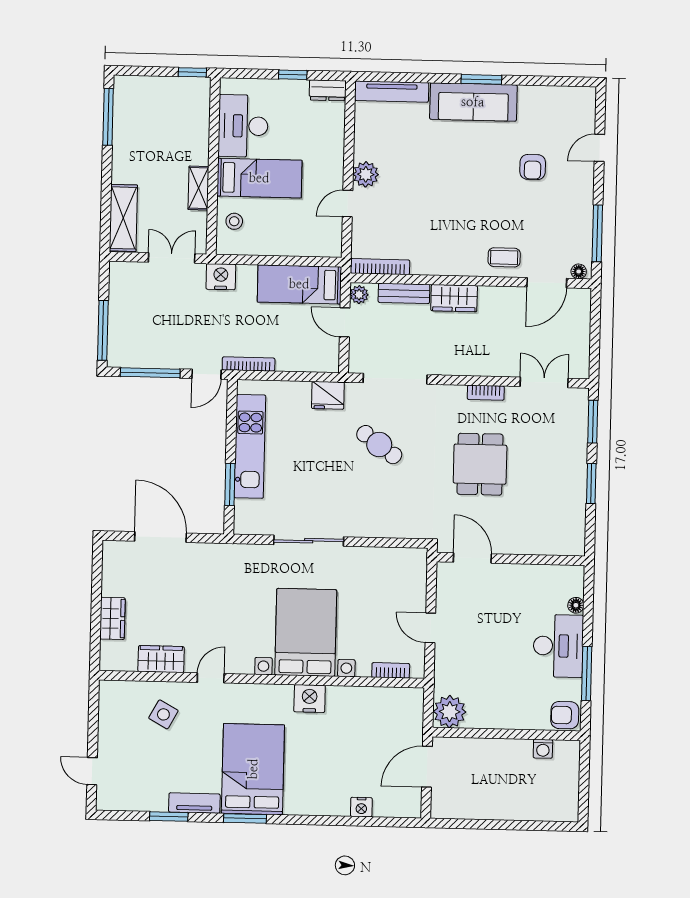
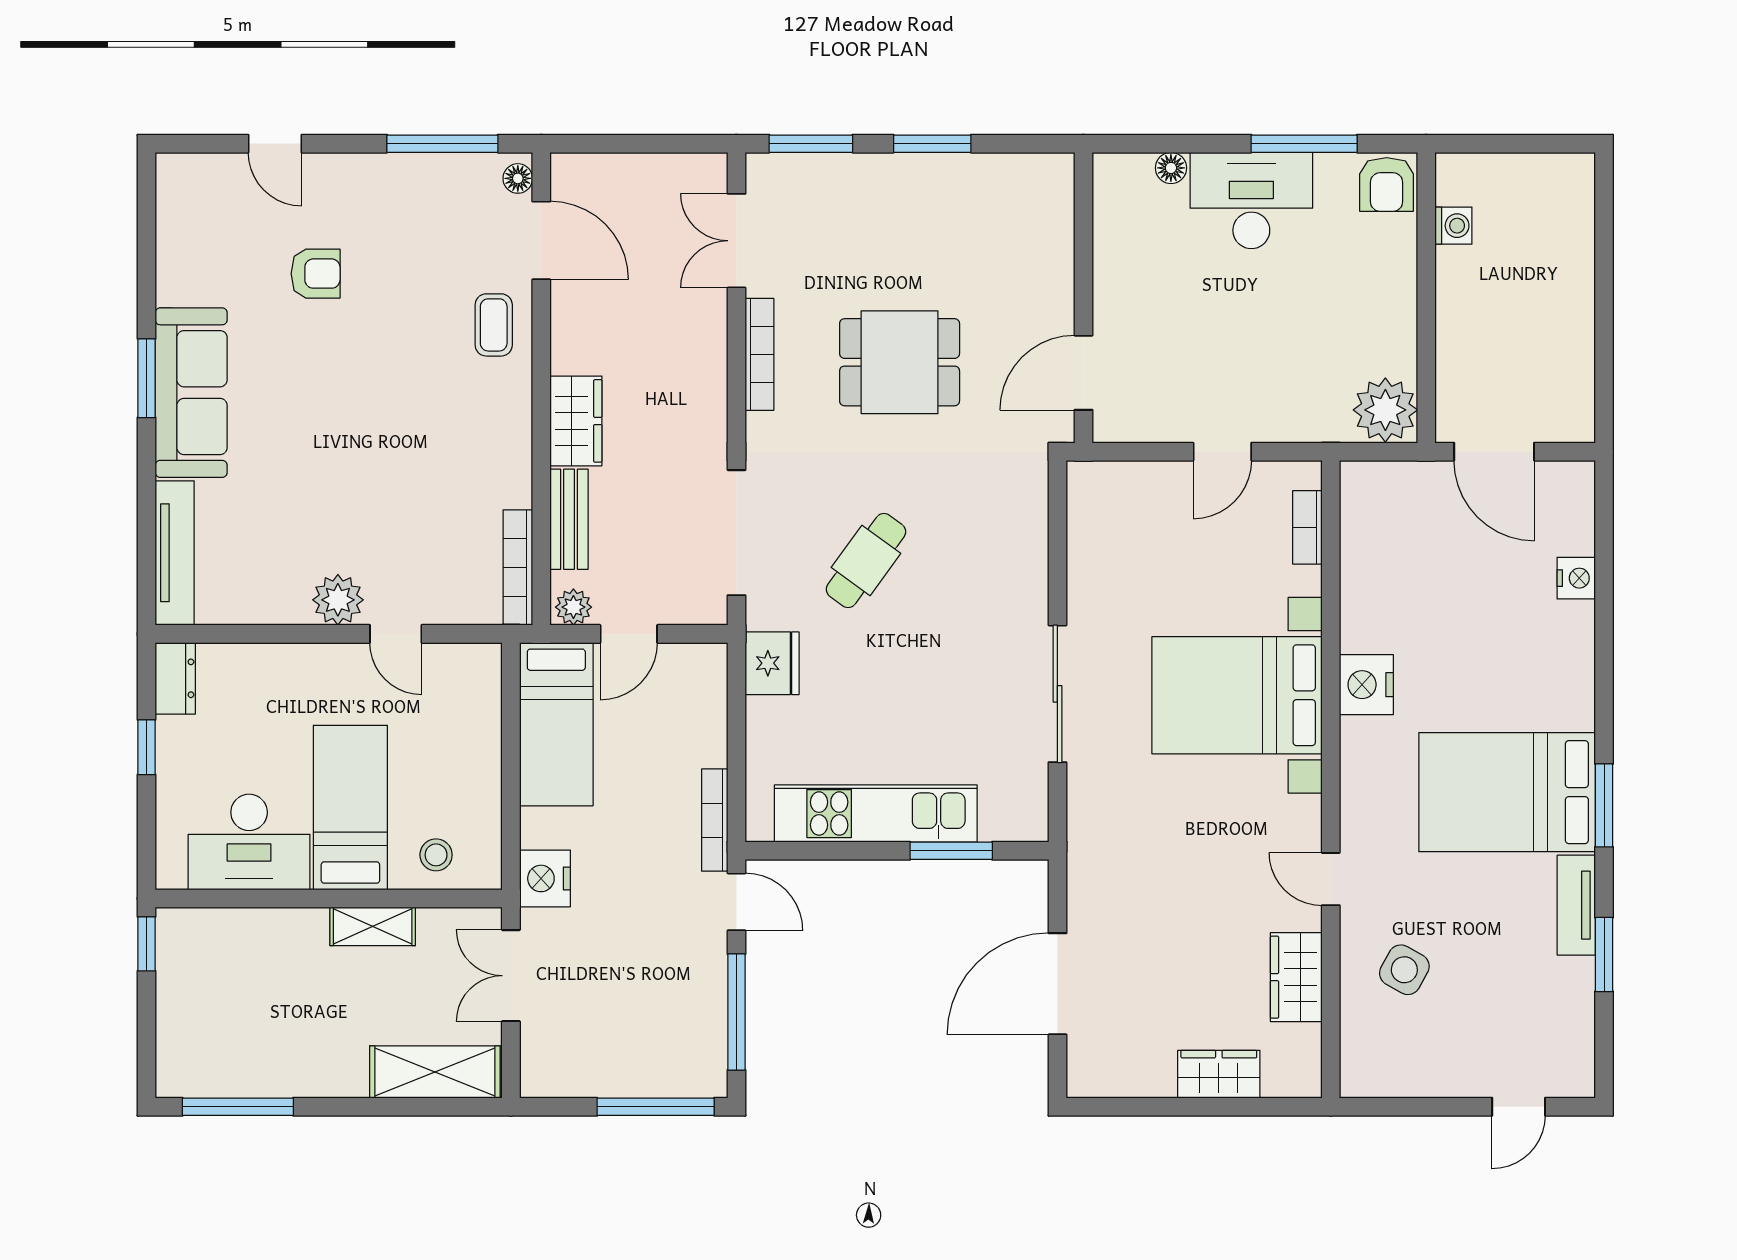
bookcase: (486, 393) -> (759, 354), width x1.56

